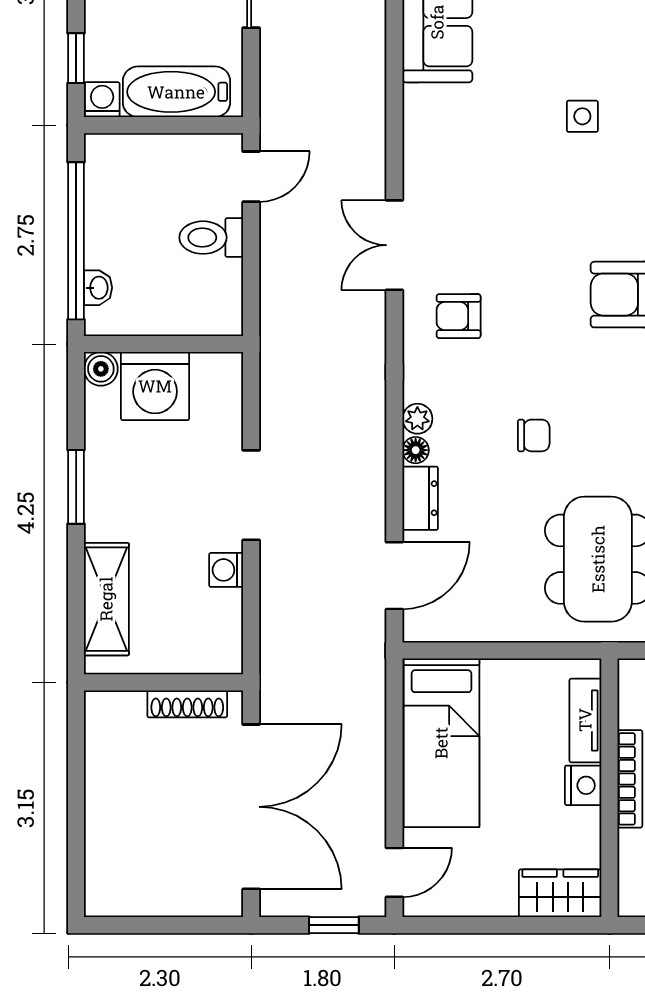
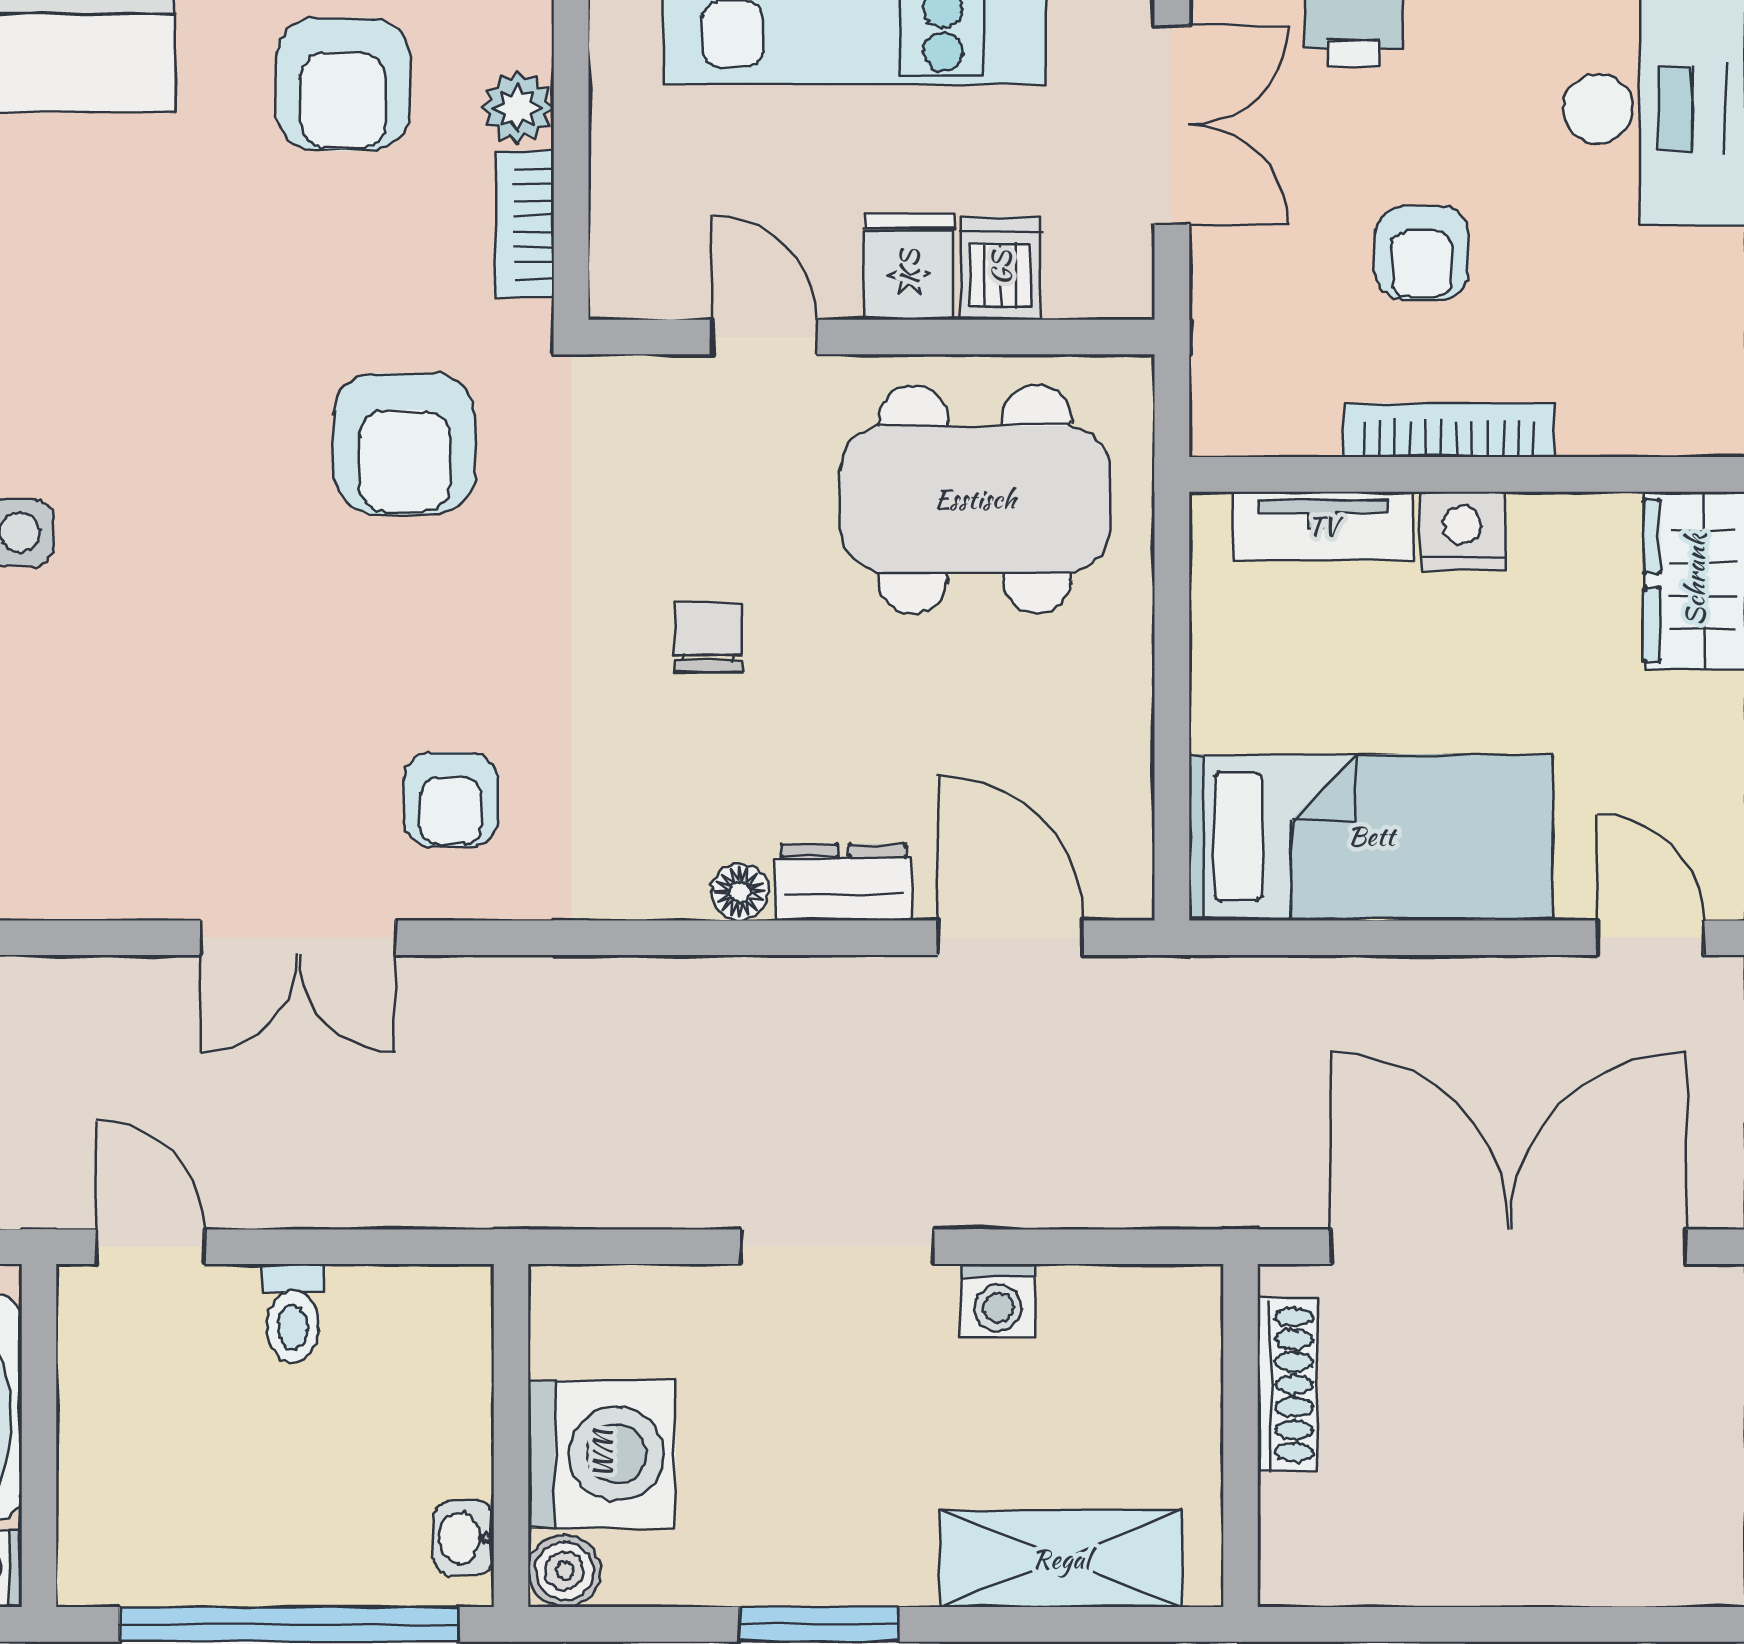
toilet: (211, 238) -> (293, 1314), width x0.73, depth x0.72
washbasin: (98, 288) -> (463, 1538), moved, turned -90
plant: (417, 419) -> (672, 888), removed

